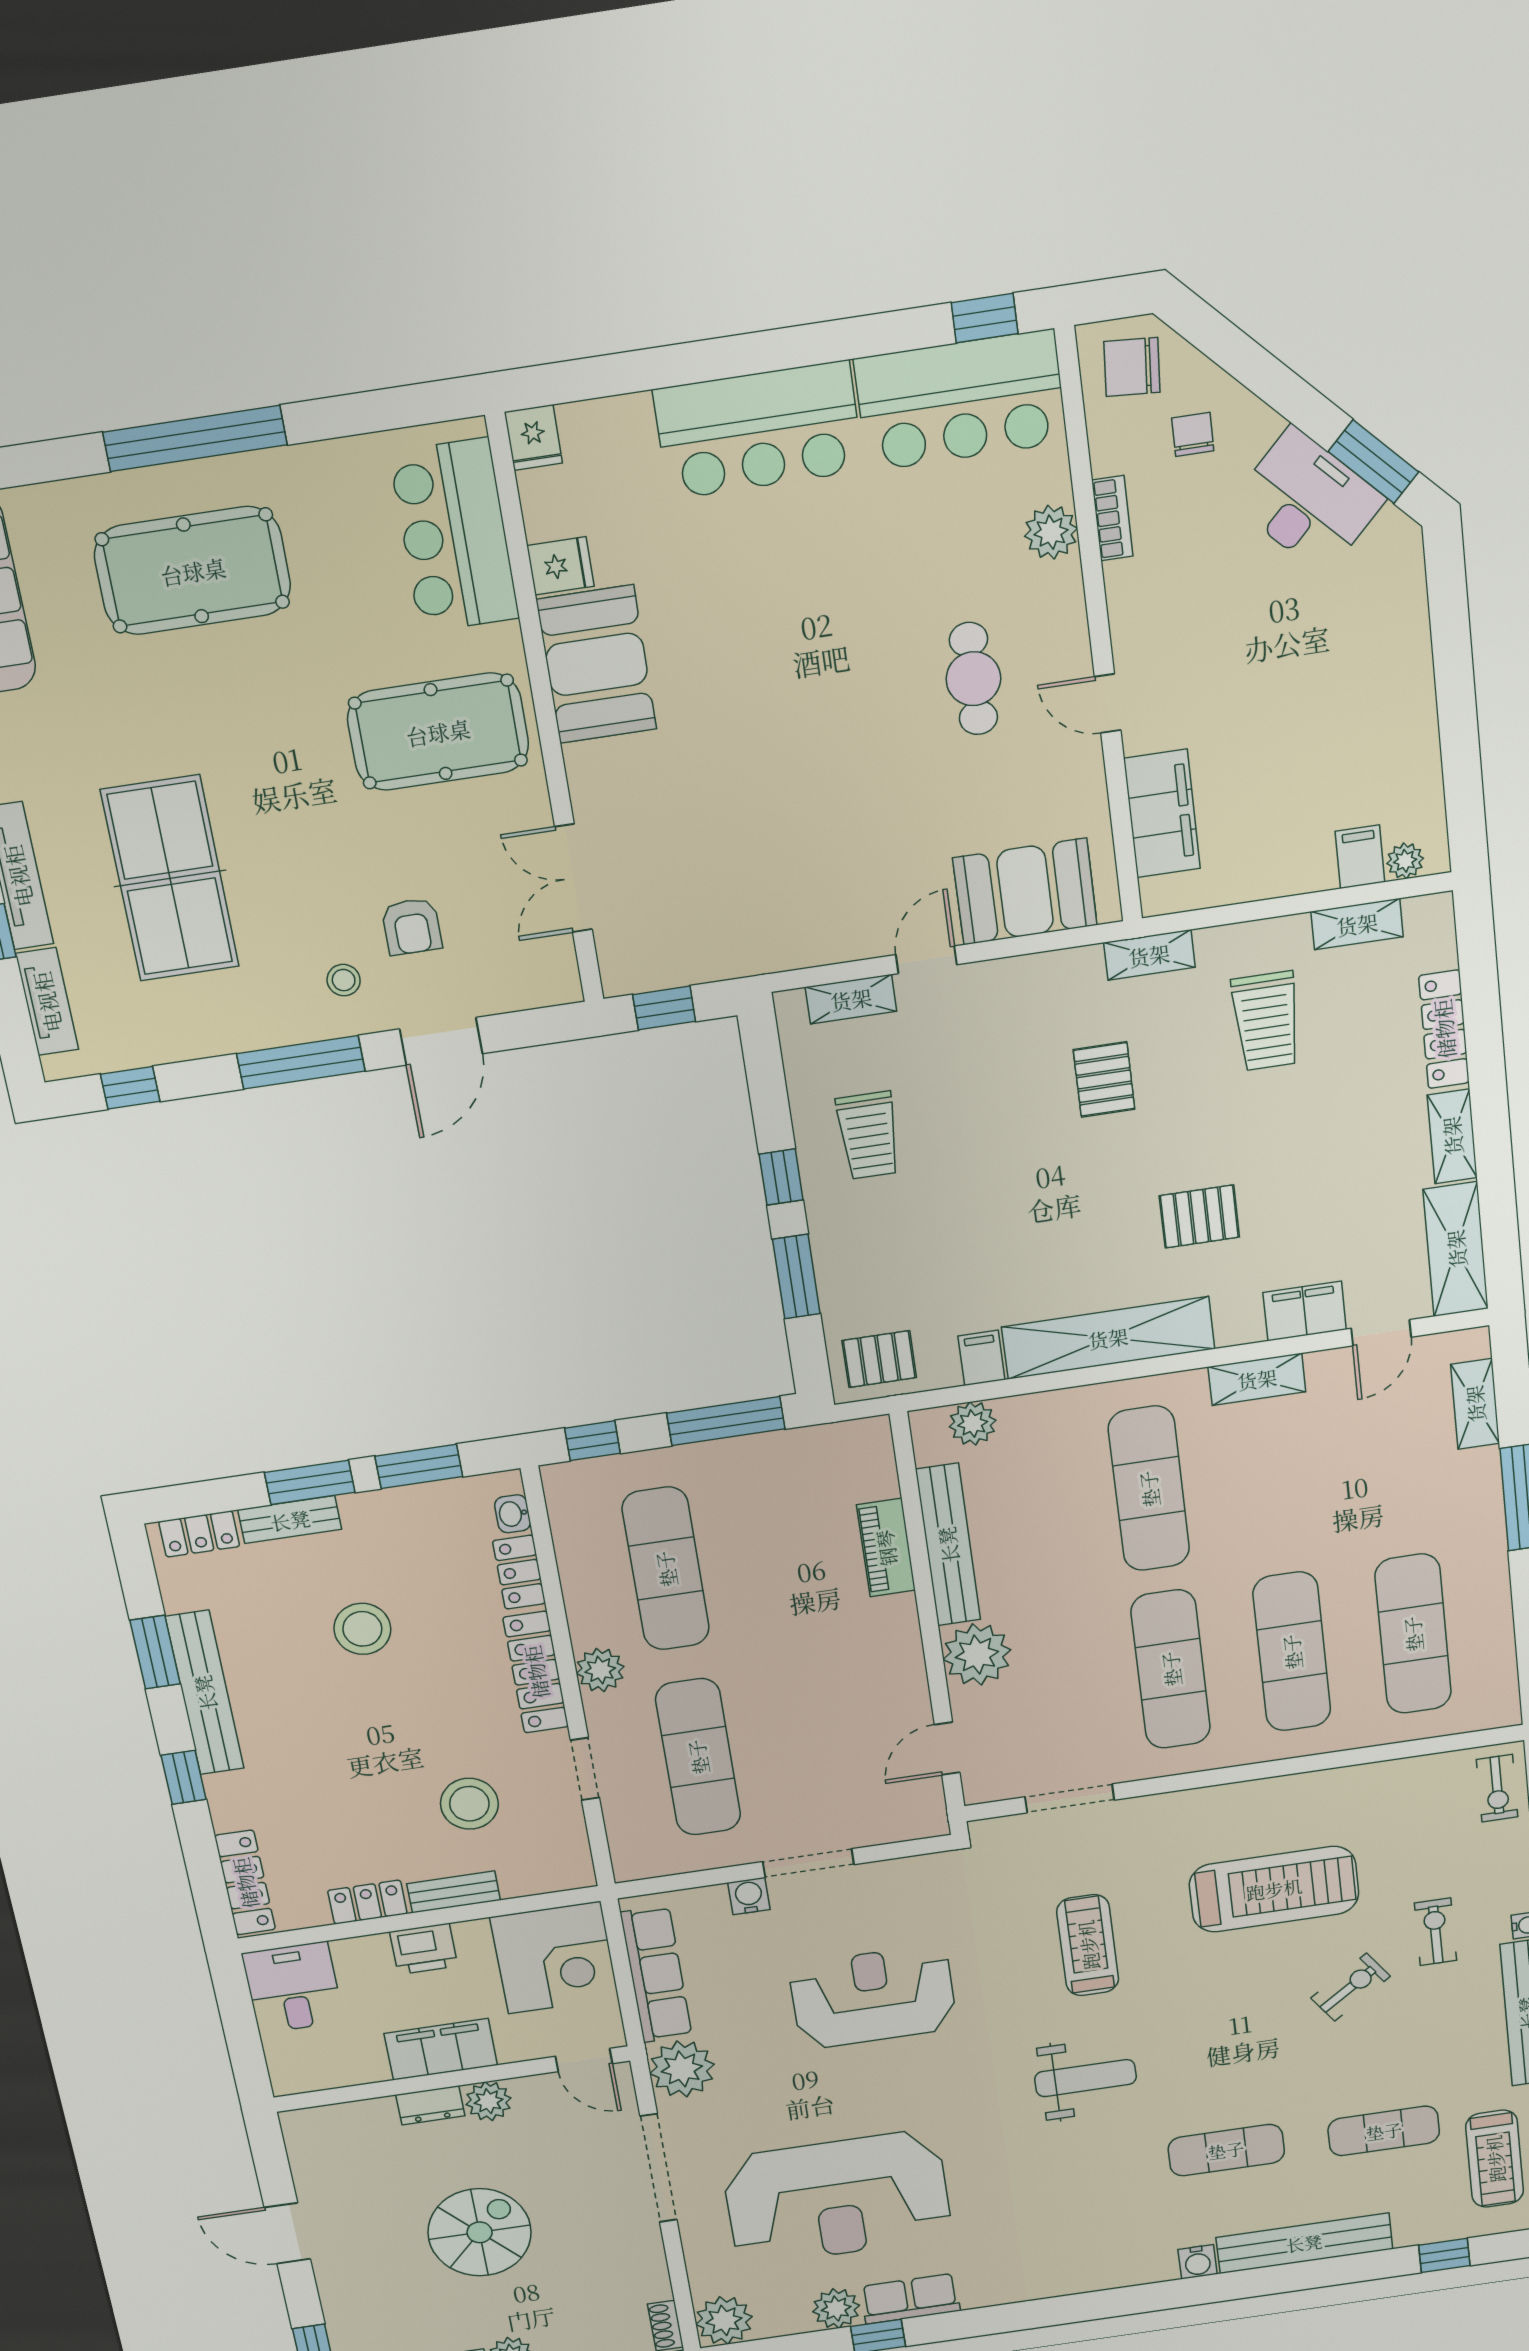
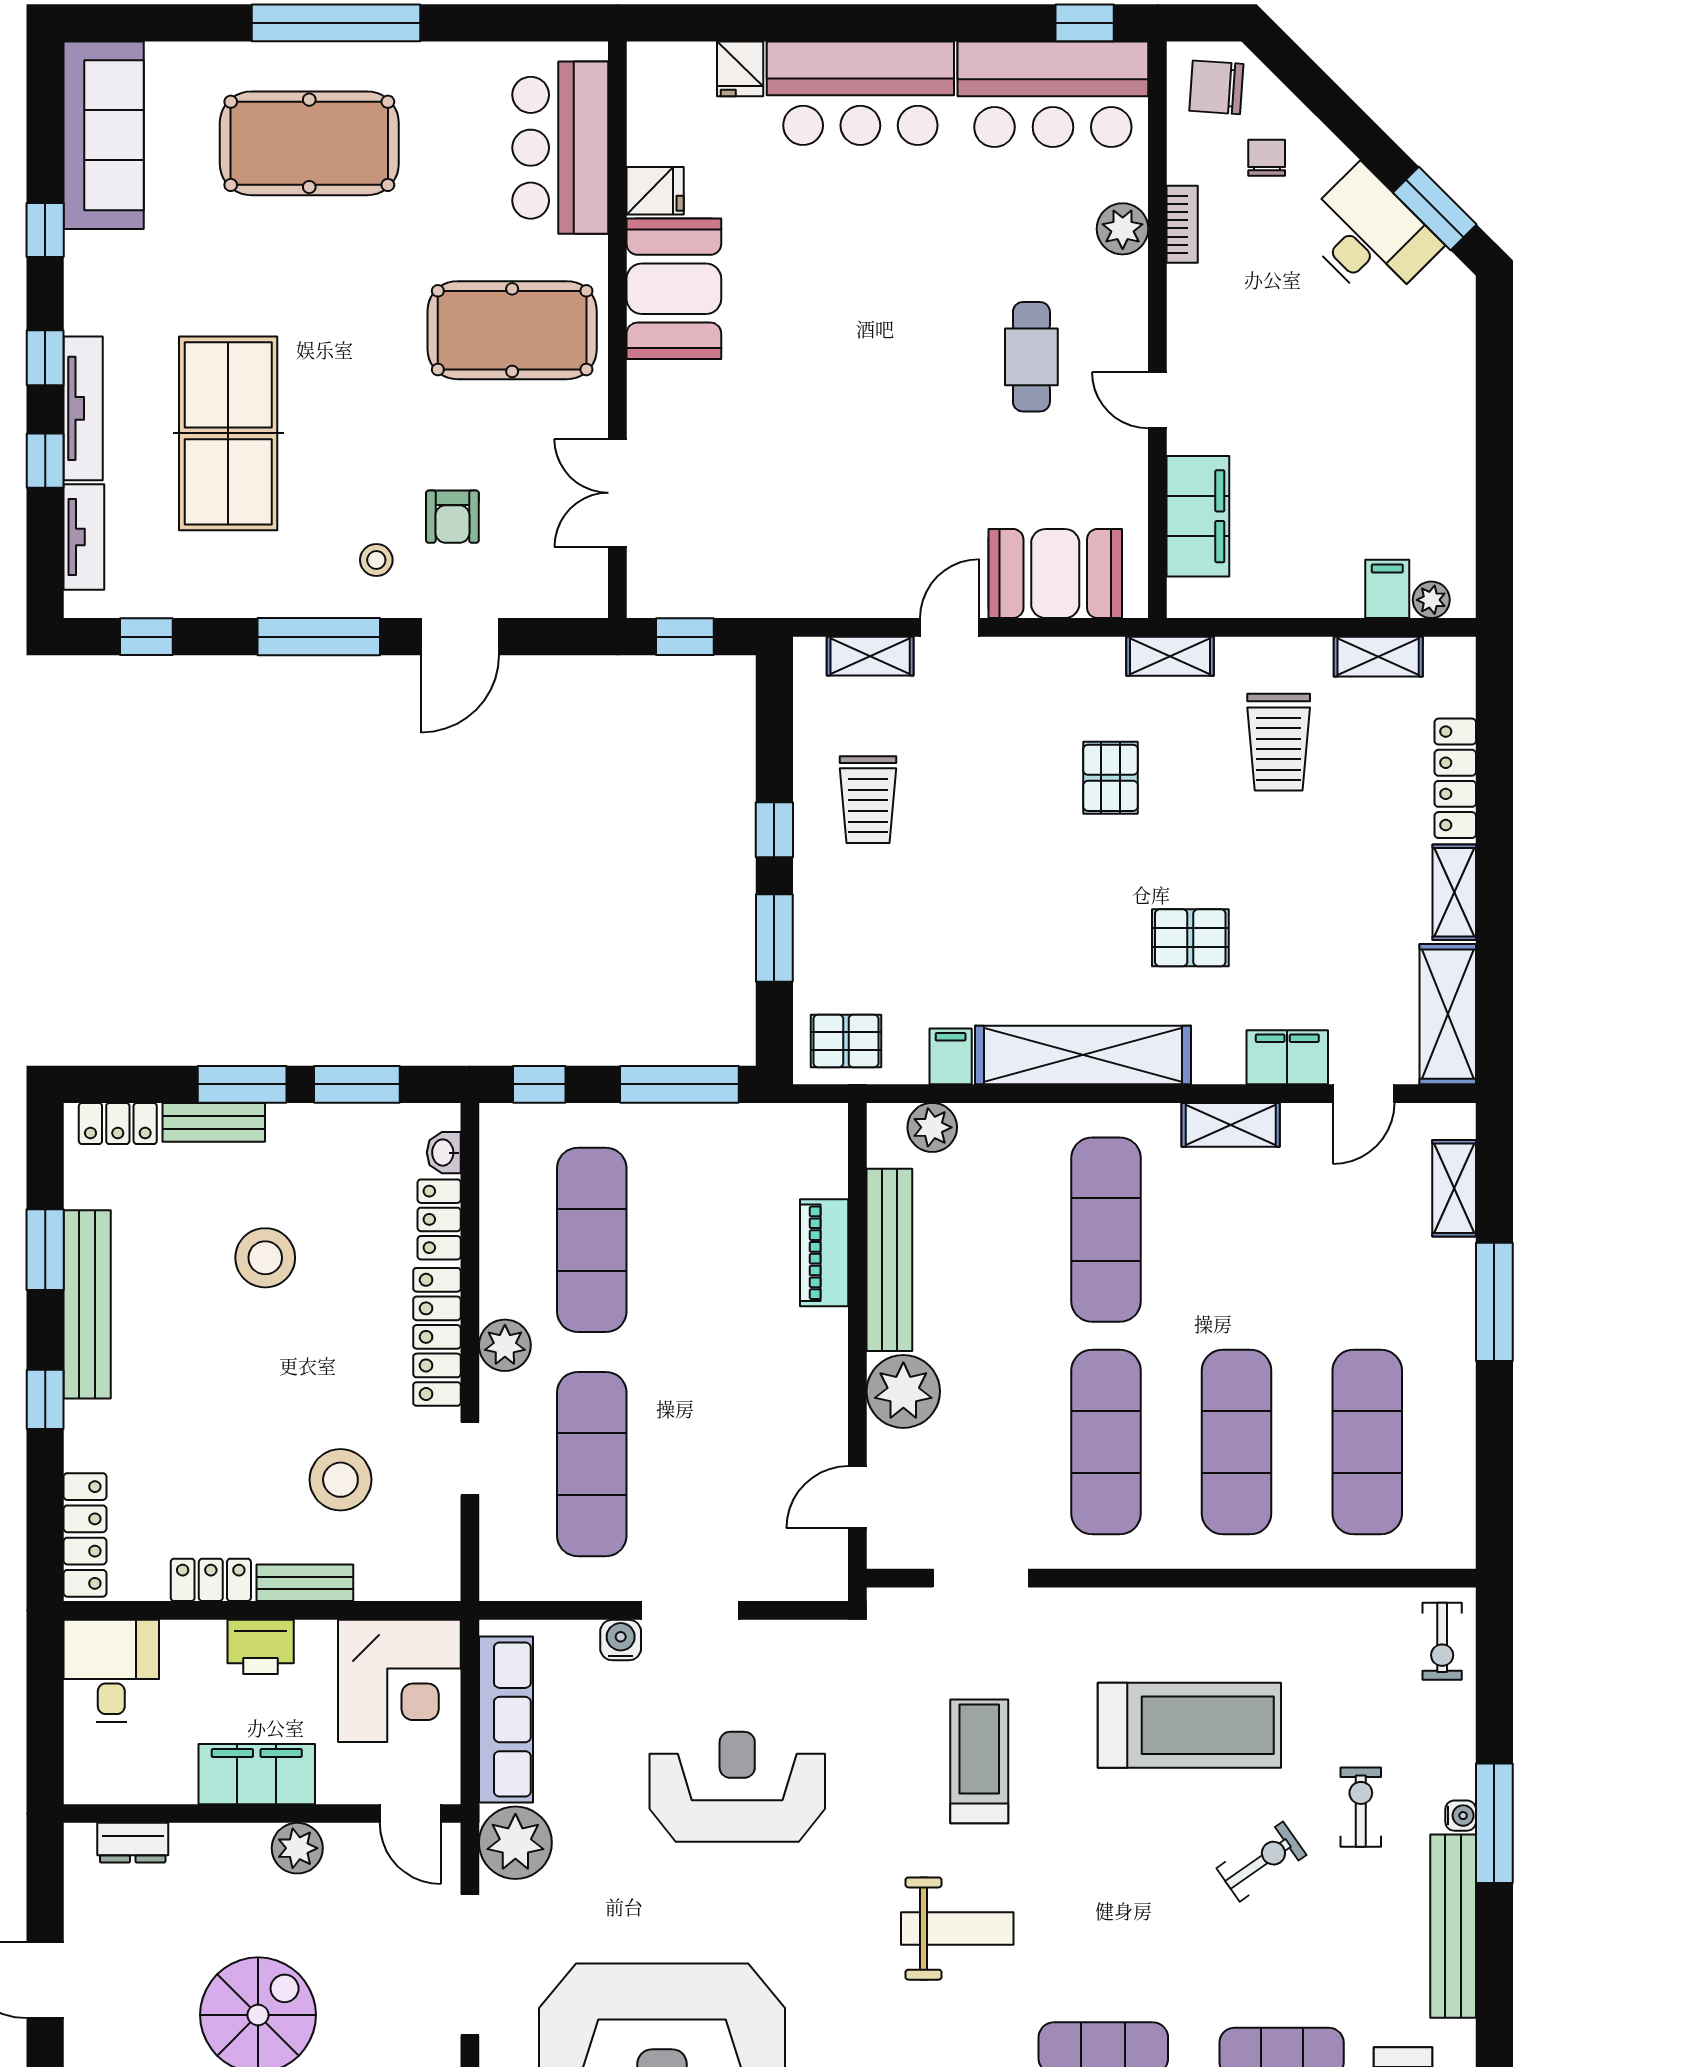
fridge: (533, 438) -> (740, 69), moved
dresser: (430, 2105) -> (133, 1843), moved

